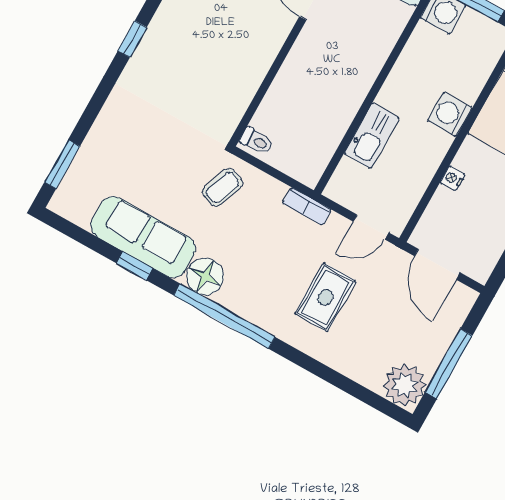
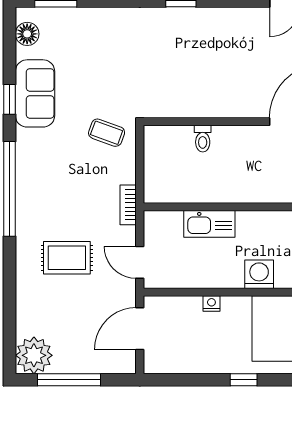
toilet: (256, 141) -> (203, 139), moved
sofa: (143, 237) -> (35, 93), width x0.73
floor lamp: (205, 276) -> (27, 34), moved, width x0.73, depth x0.73

